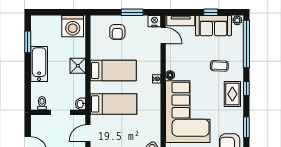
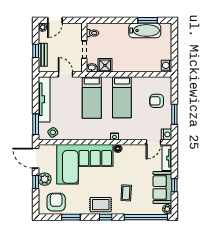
washing machine: (73, 26) -> (167, 65), width x0.53, depth x0.53
bathtub: (39, 64) -> (145, 30), moved
shower: (78, 66) -> (105, 65), moved

